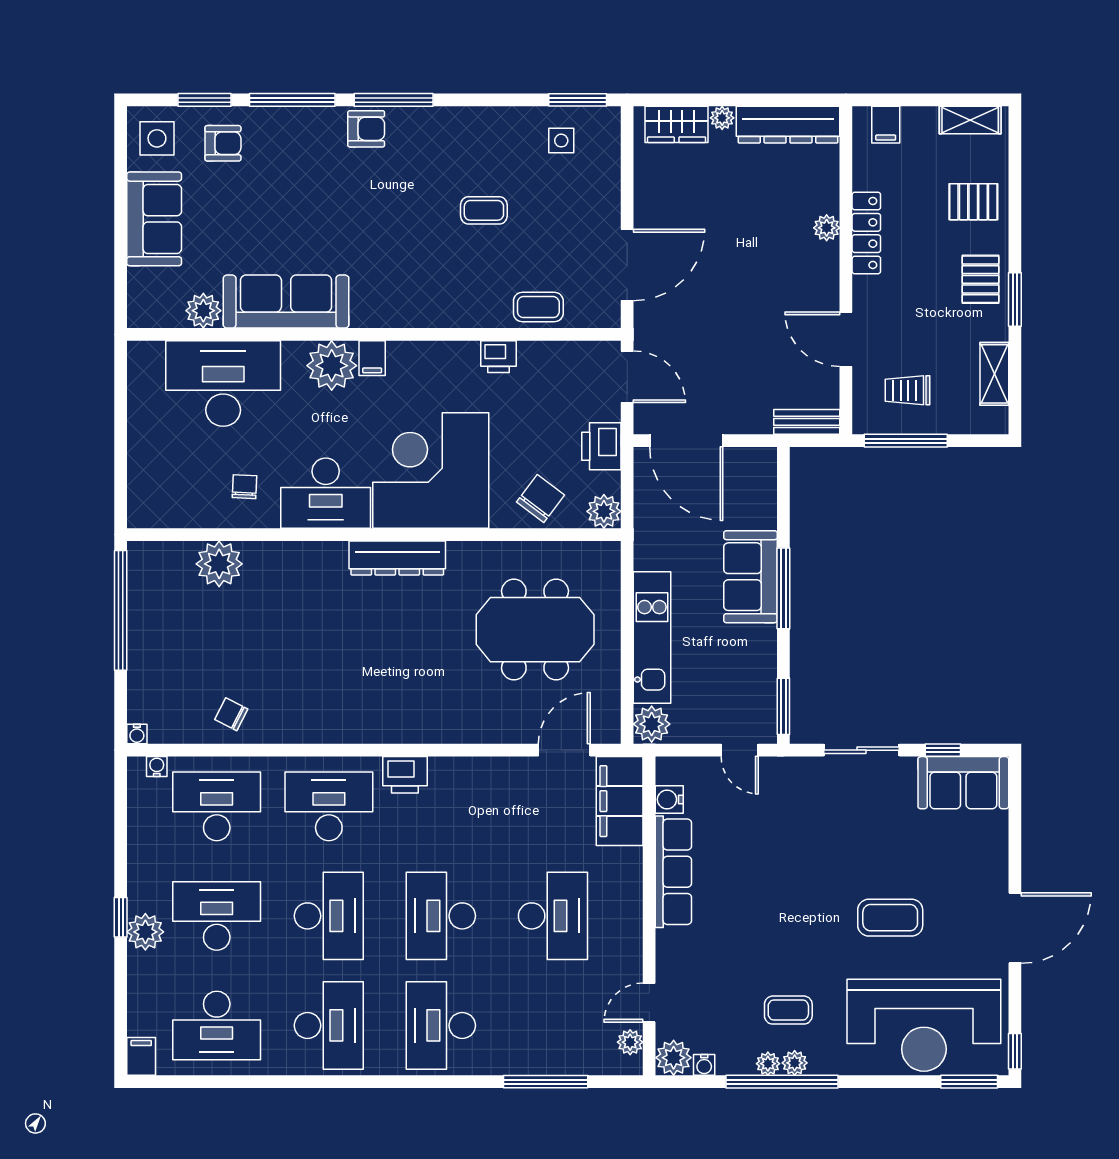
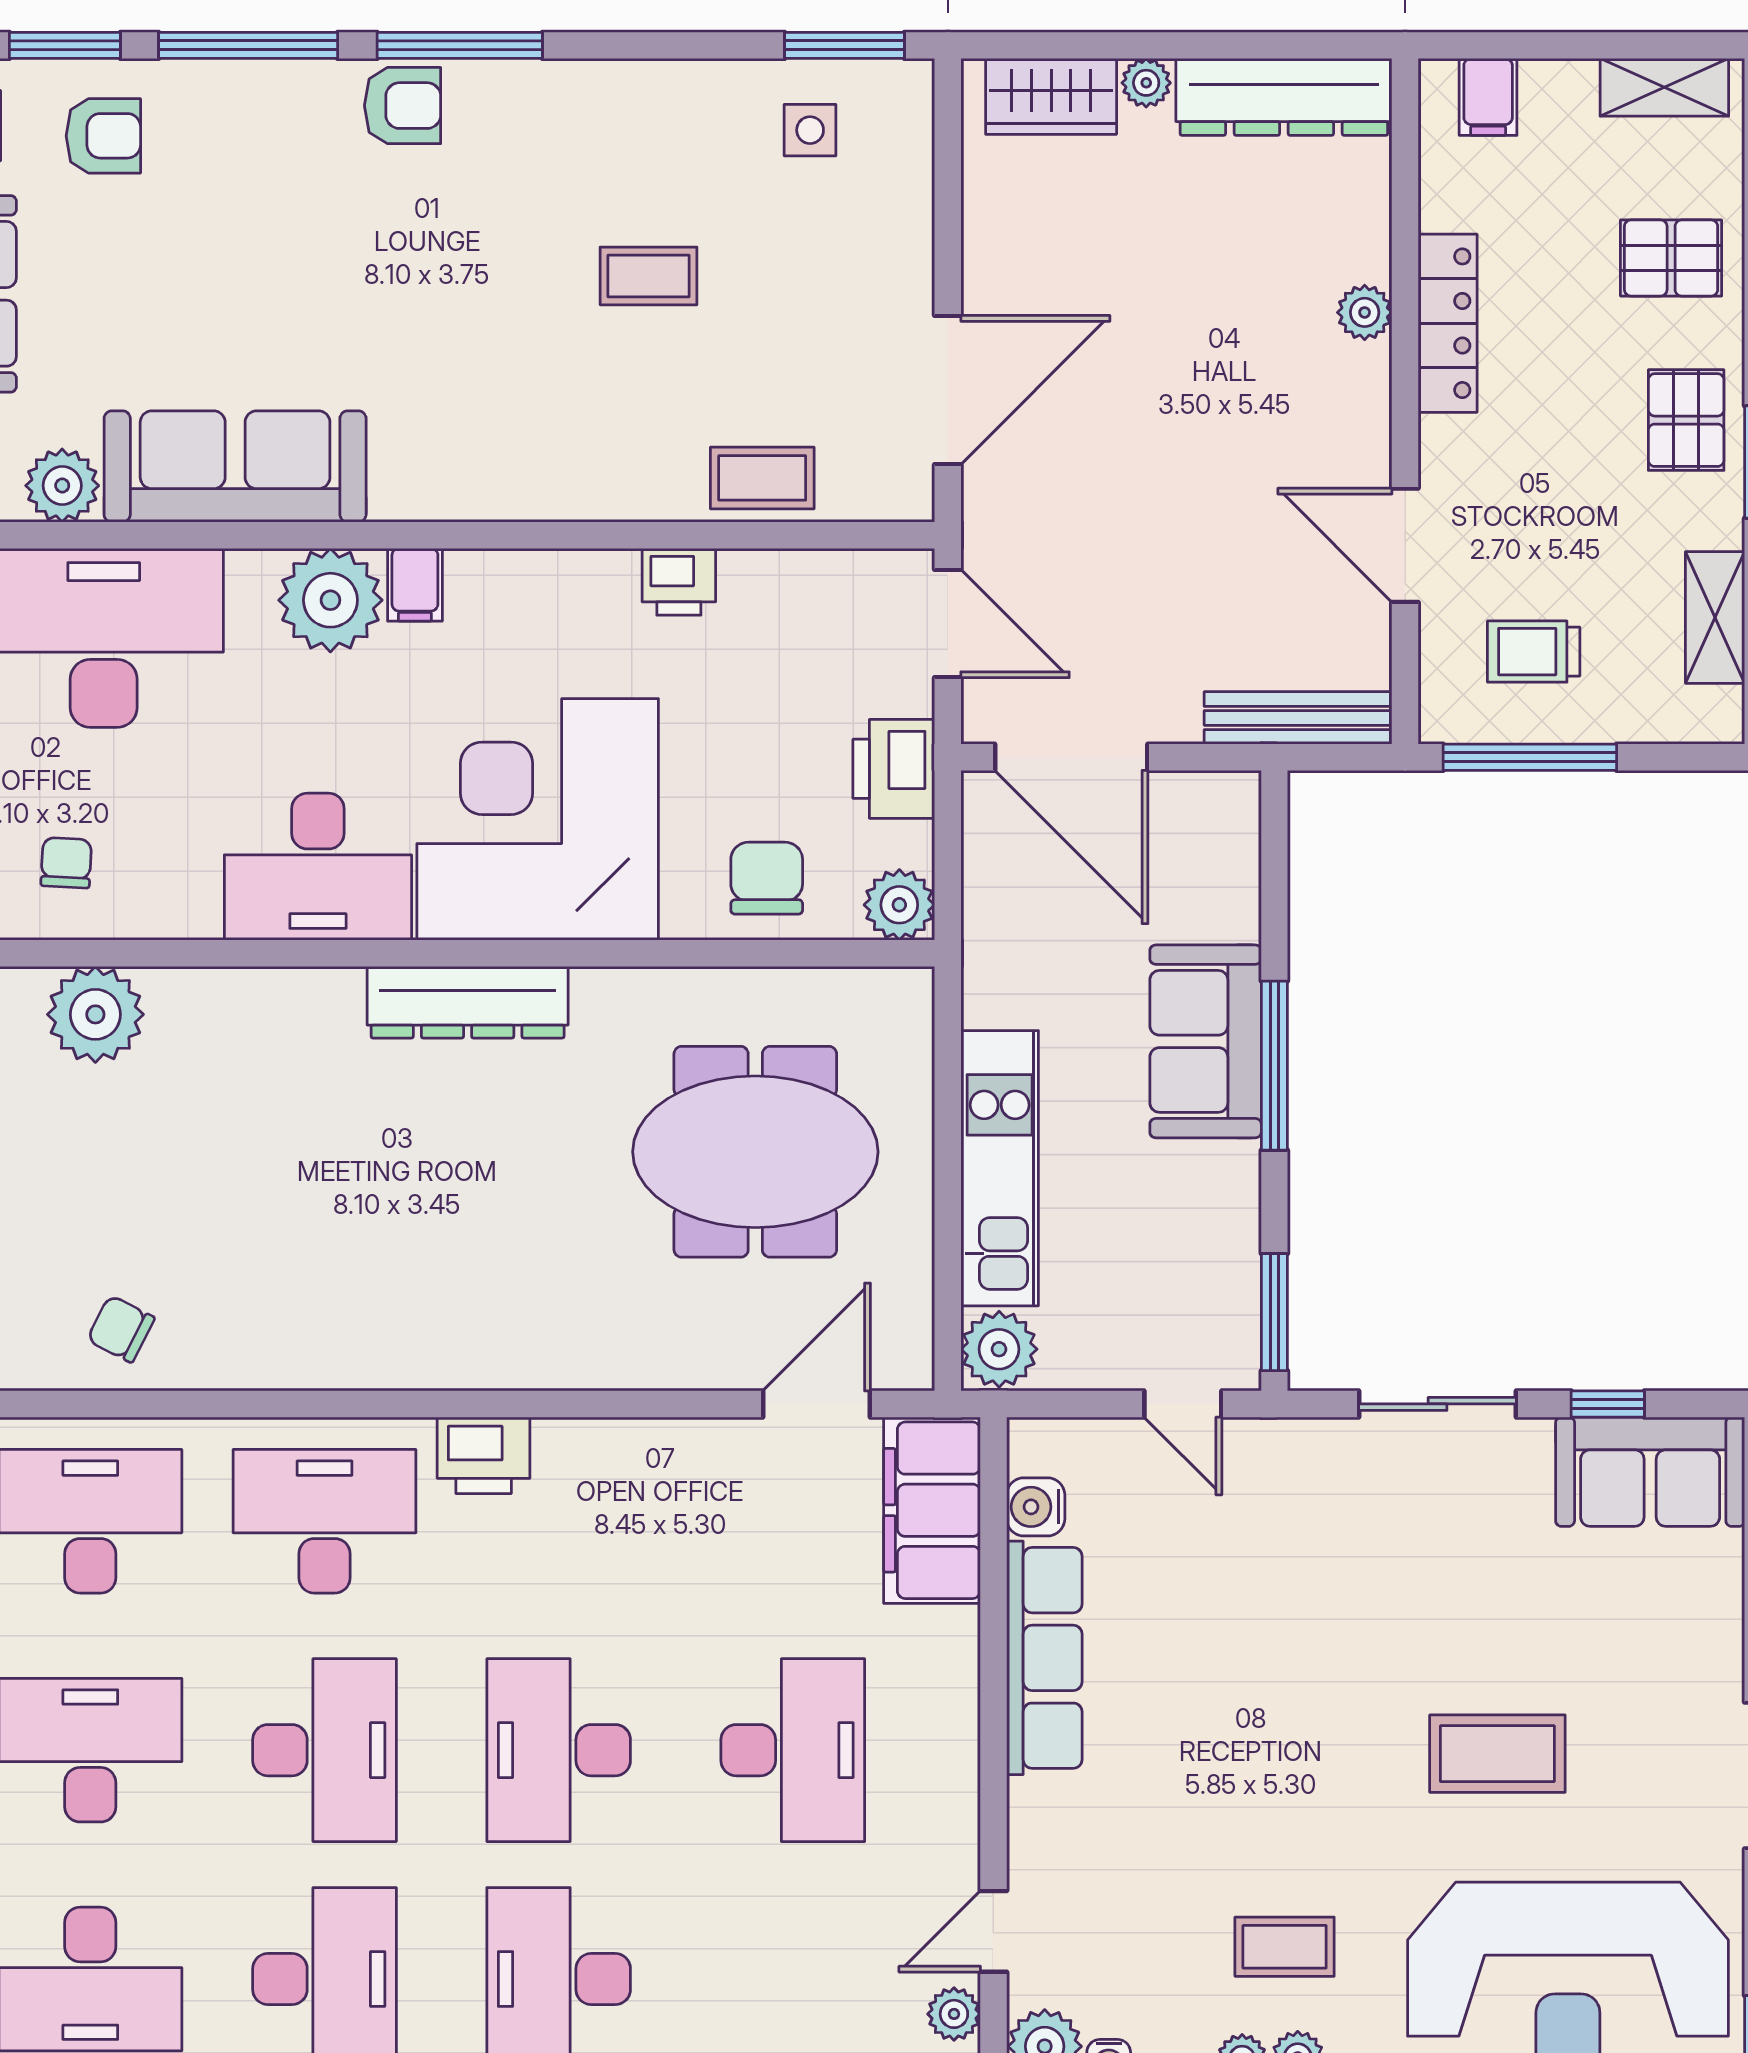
bench: (807, 422) -> (1298, 718), width x1.36
chair: (244, 487) -> (66, 863), moved
chair: (540, 499) -> (767, 878), turned -37

